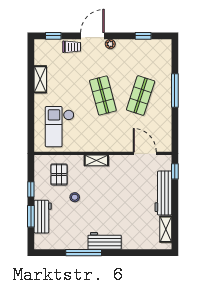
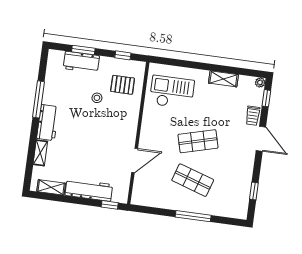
plant: (110, 44) -> (260, 82), moved
door: (145, 153) -> (135, 160), moved
shelving: (96, 160) -> (40, 153), moved
window: (31, 189) -> (123, 55), moved

